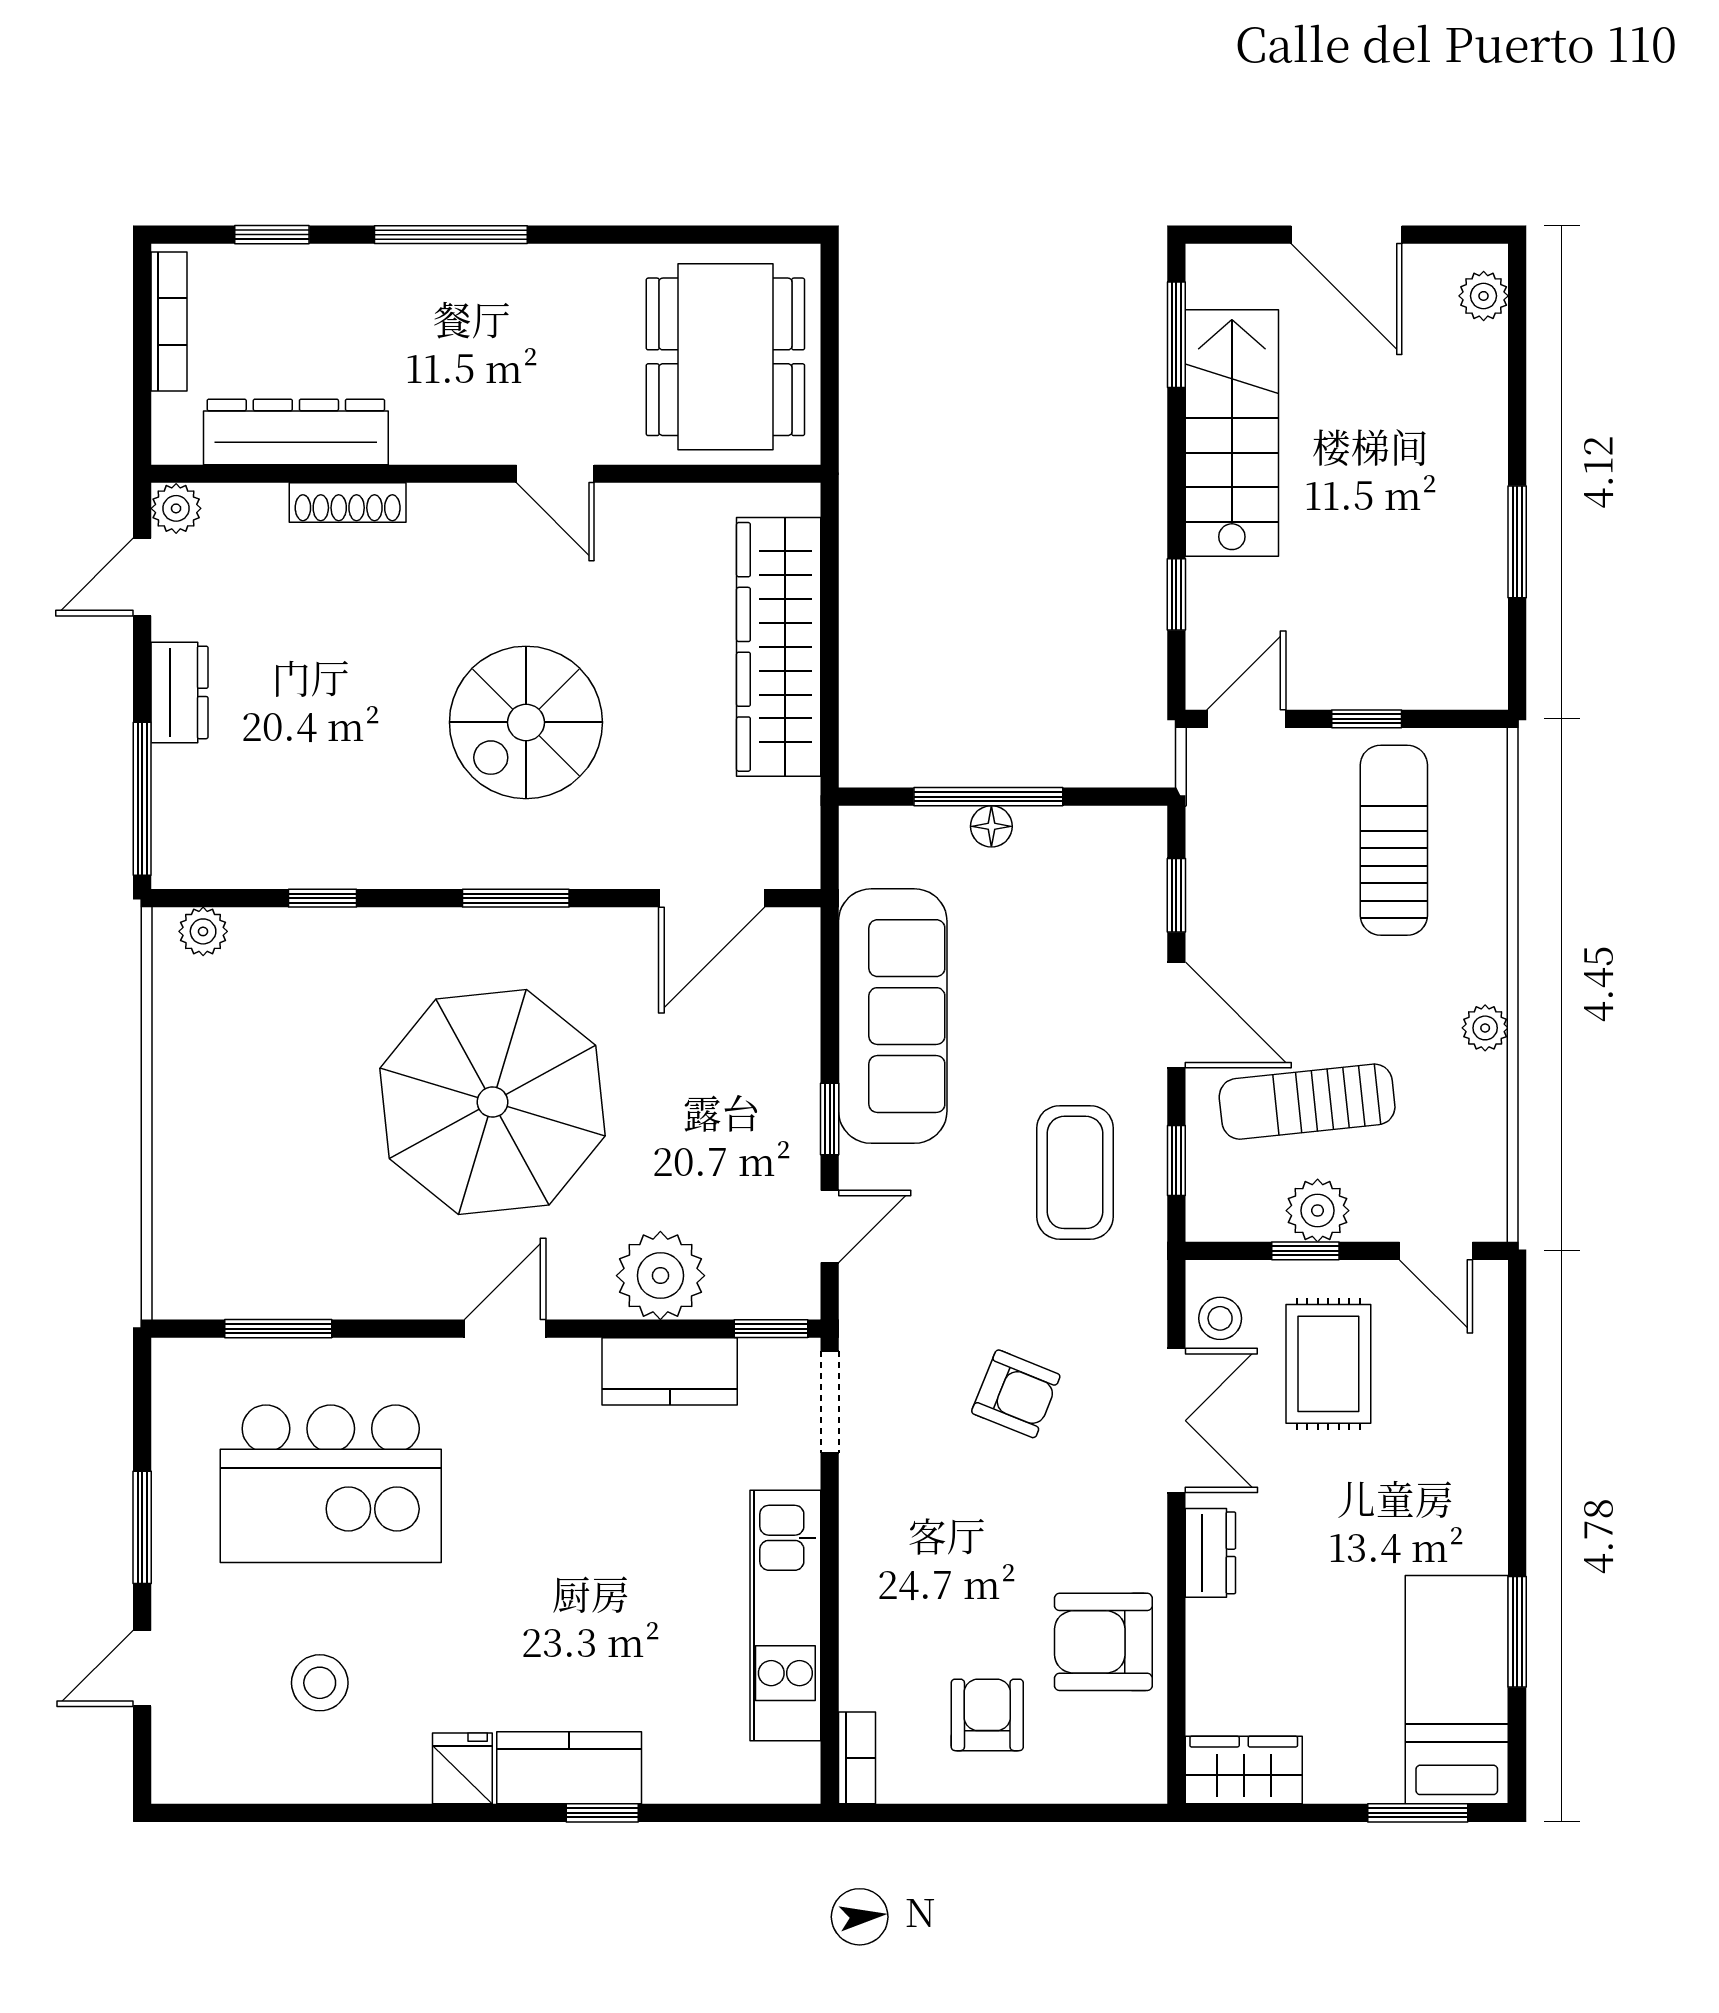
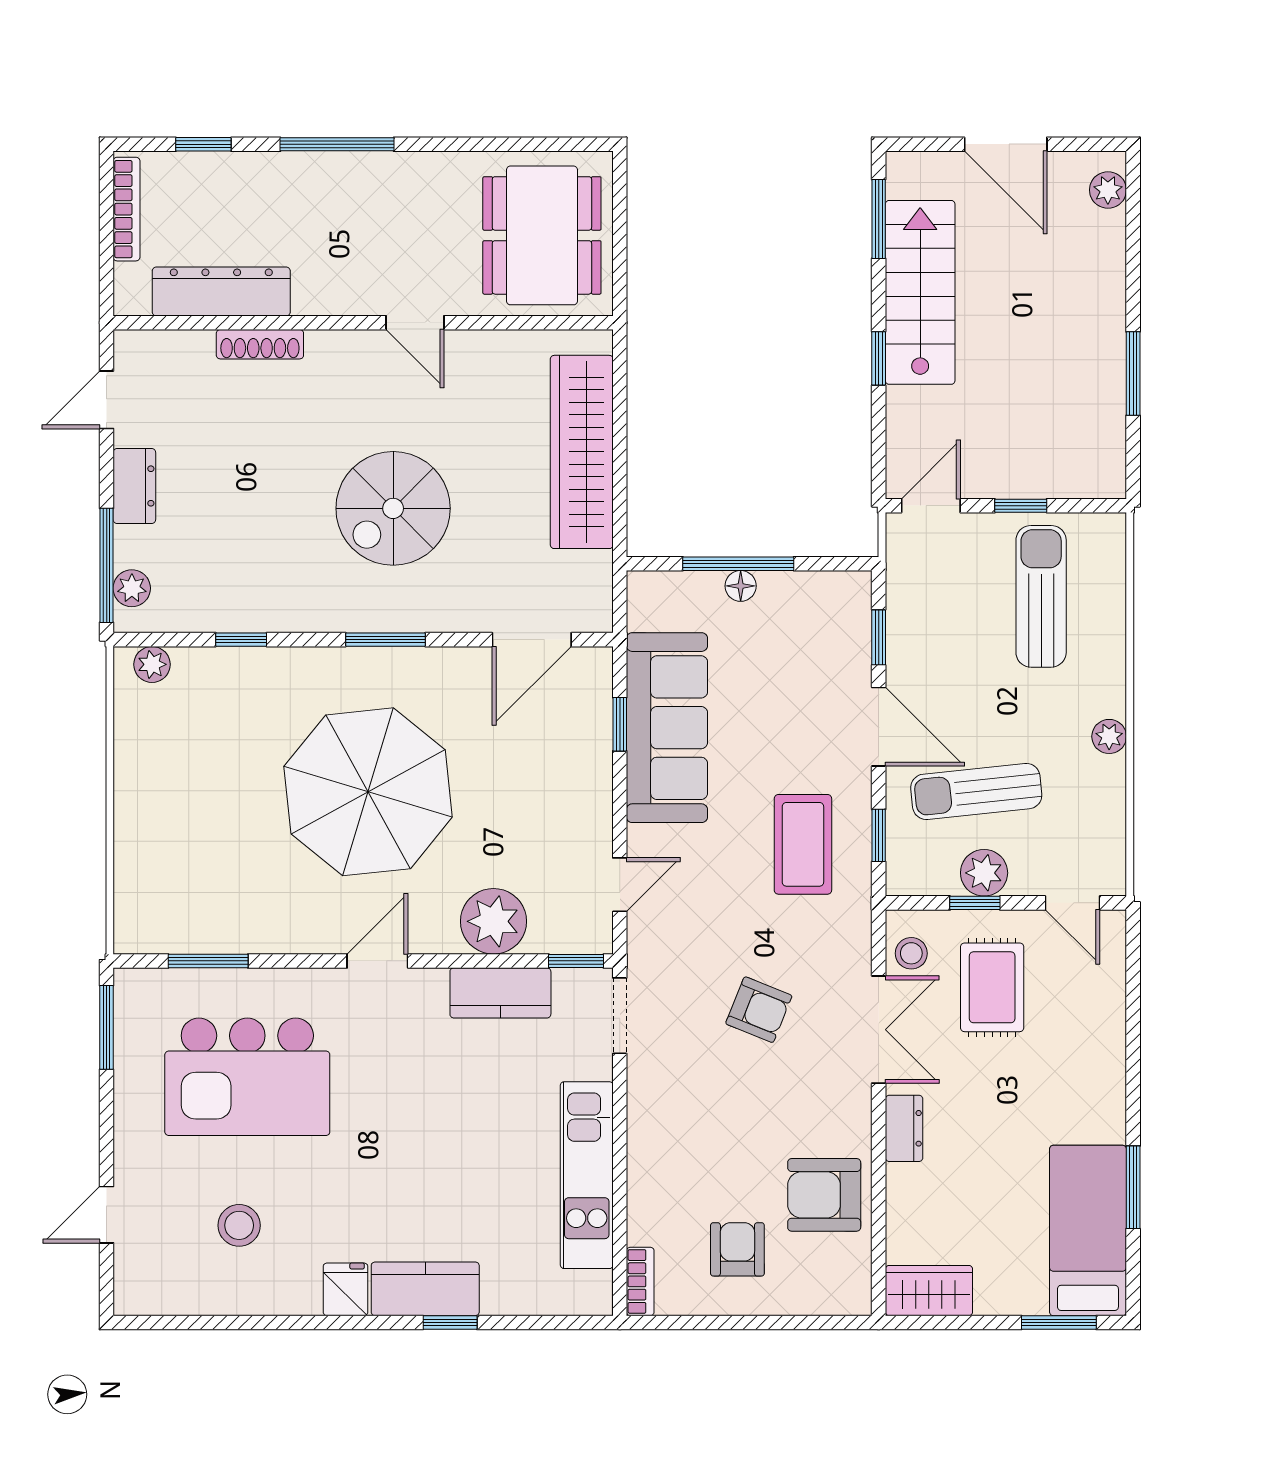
plant: (176, 508) -> (132, 588), moved
window: (1176, 594) -> (879, 358), moved
window: (830, 1119) -> (620, 724), moved
window: (142, 1527) -> (107, 1027), moved

